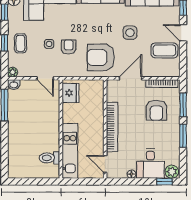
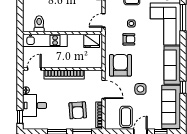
armchair: (156, 110) -> (78, 110), turned -94
plant: (172, 172) -> (28, 123), removed

